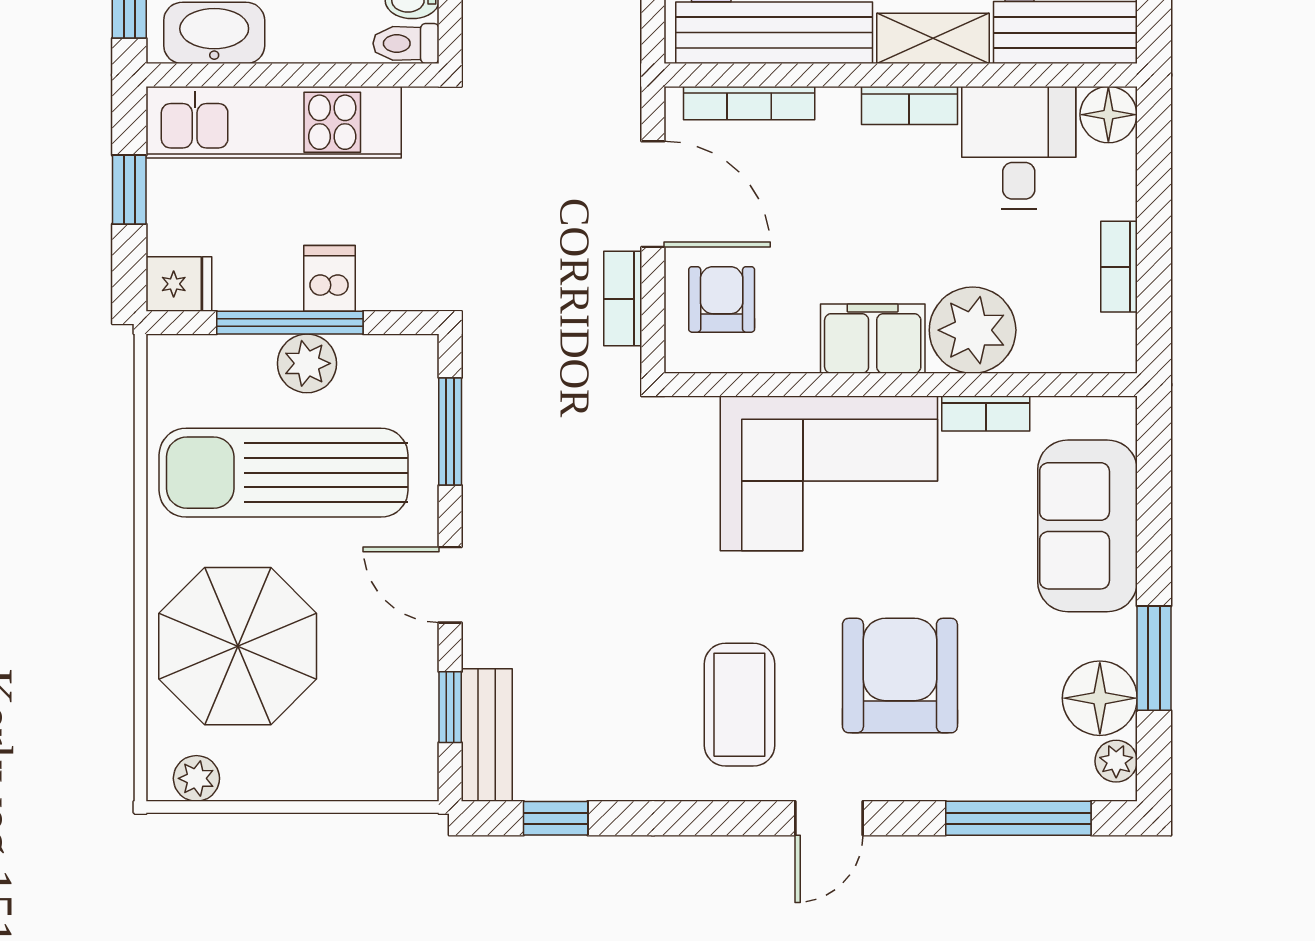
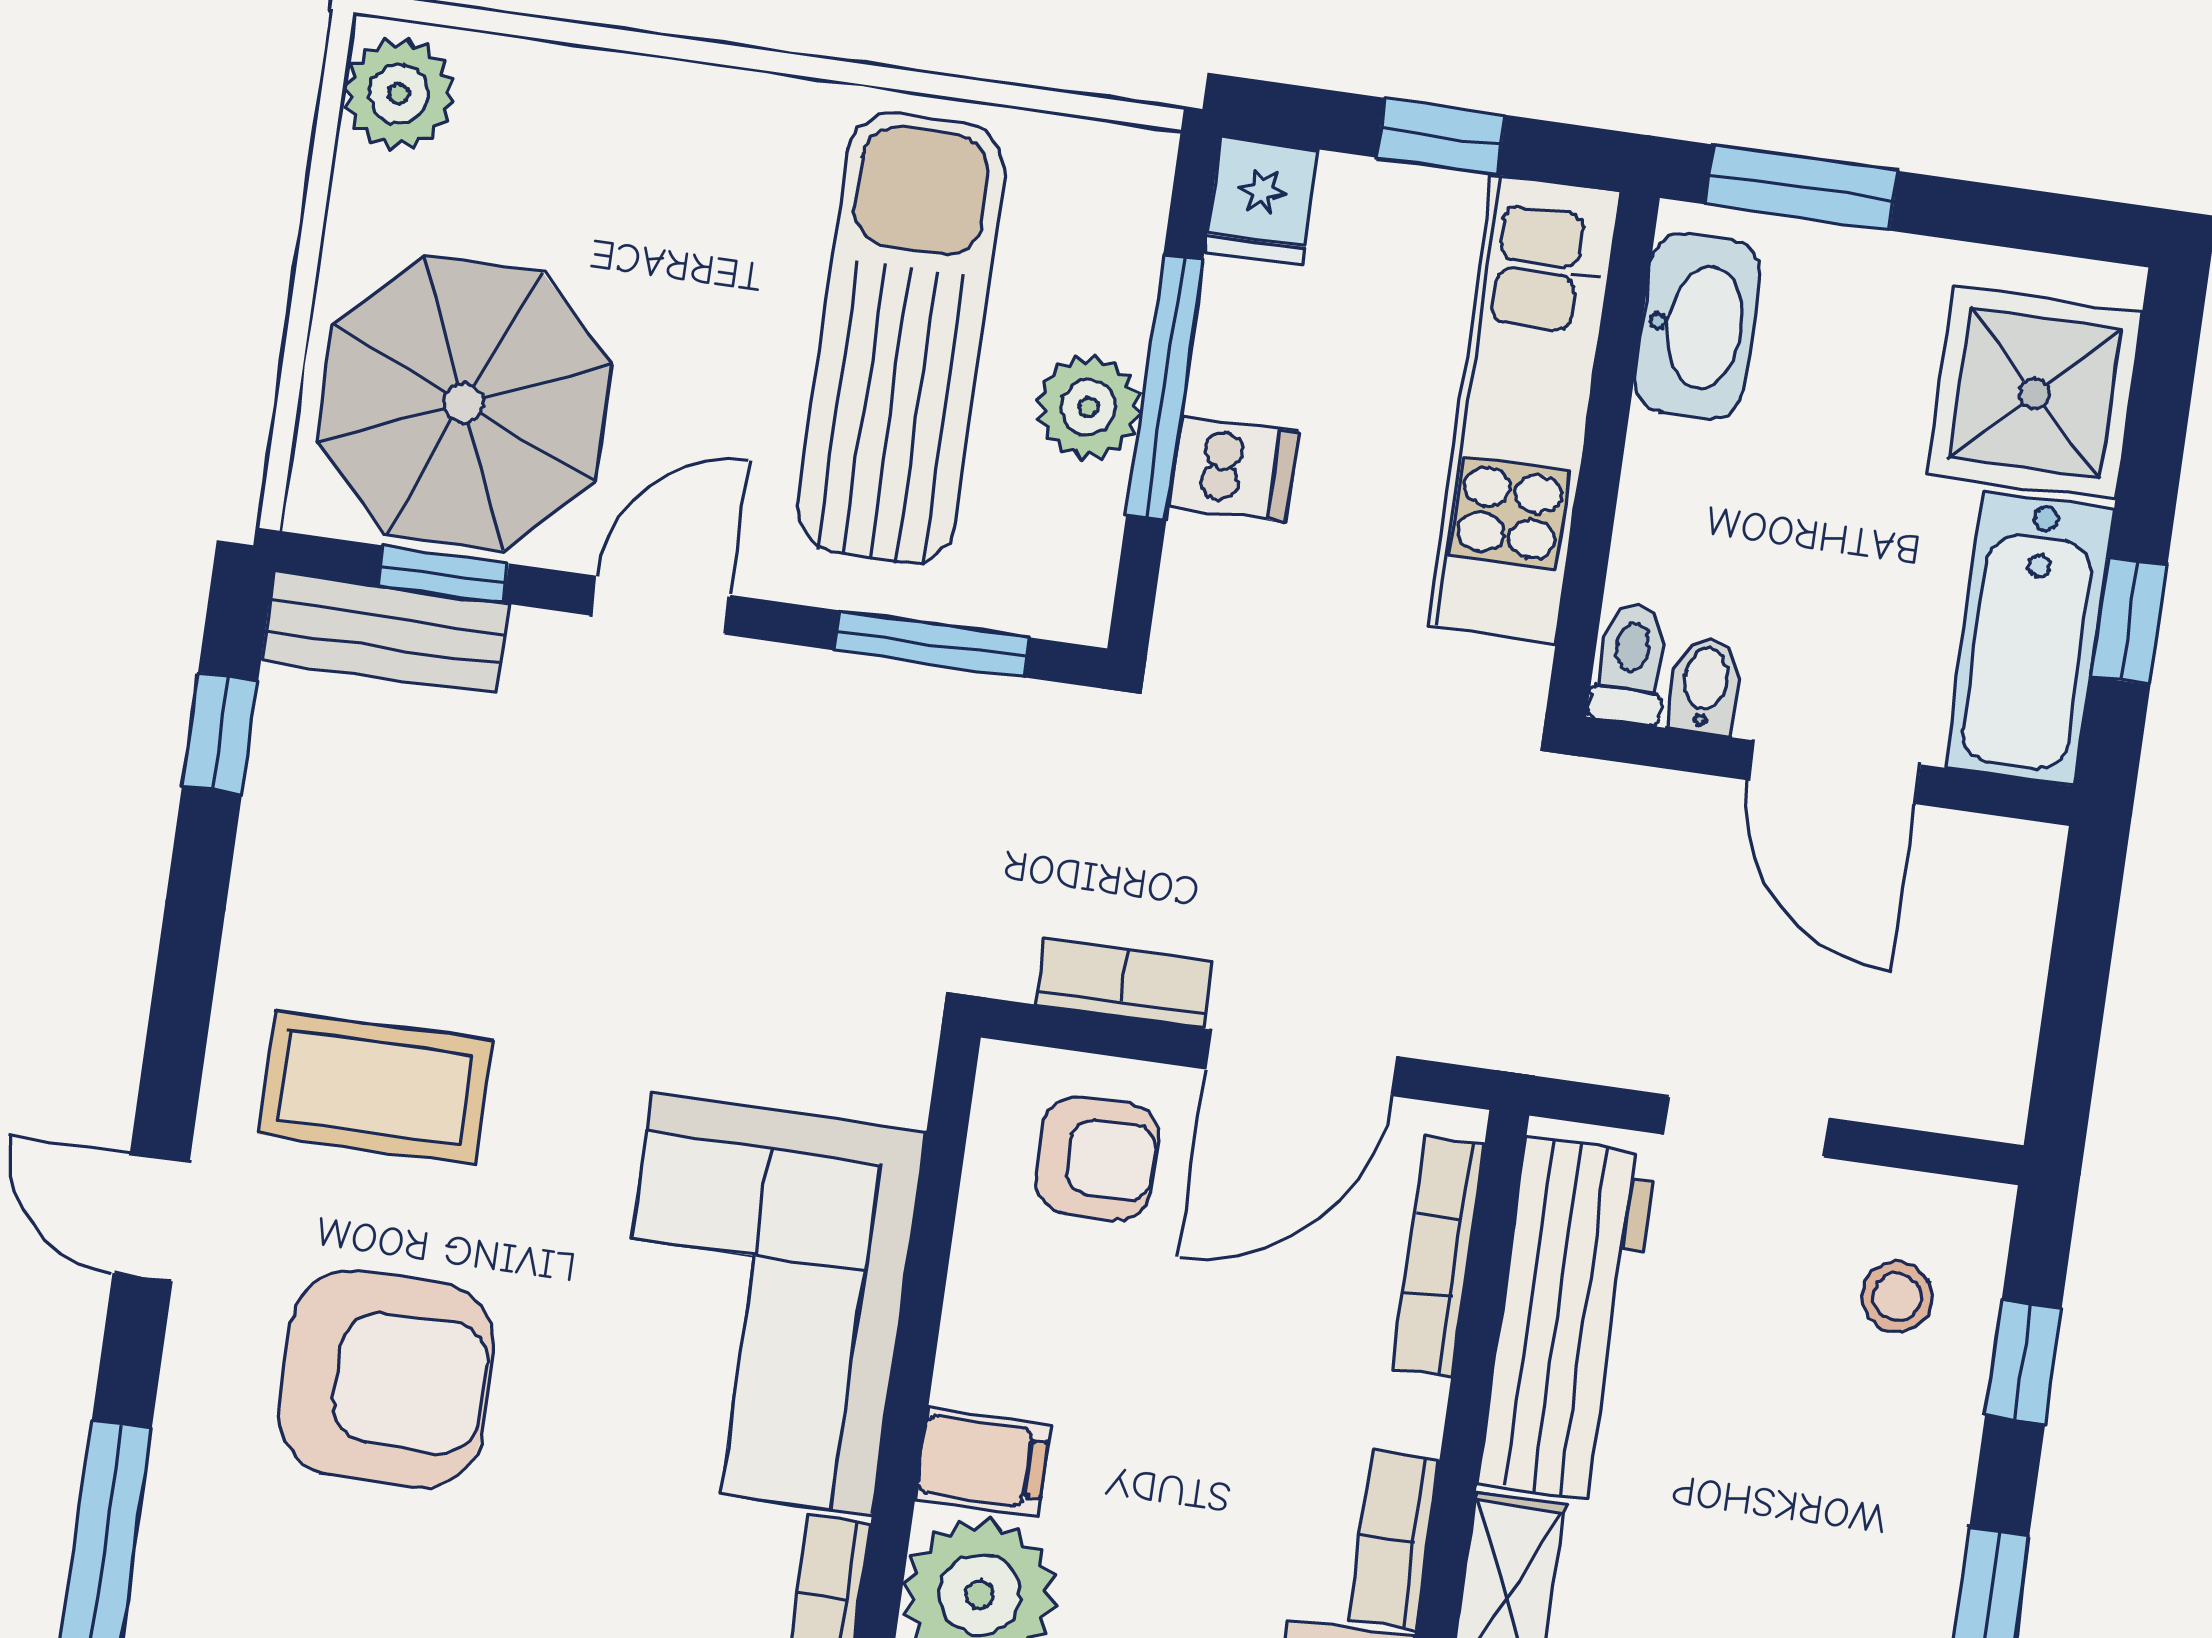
filing cabinet: (873, 339) -> (983, 1462), width x0.50
parasol: (238, 646) -> (464, 403), moved
plant: (196, 778) -> (399, 94), width x1.38, depth x1.38

